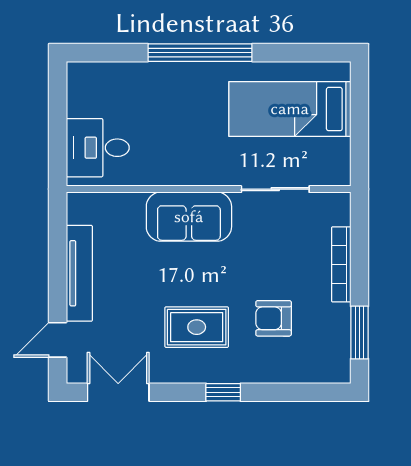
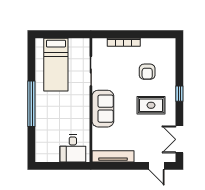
tv unit: (79, 273) -> (113, 156), moved
rug: (197, 327) -> (151, 105), turned 90
window: (359, 333) -> (153, 34), removed

